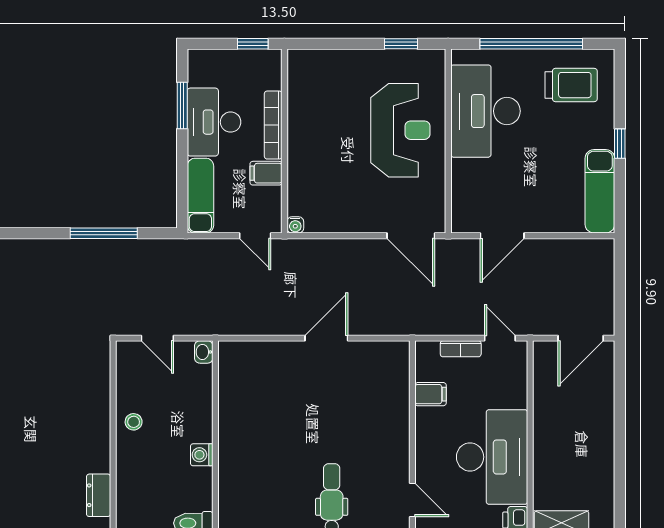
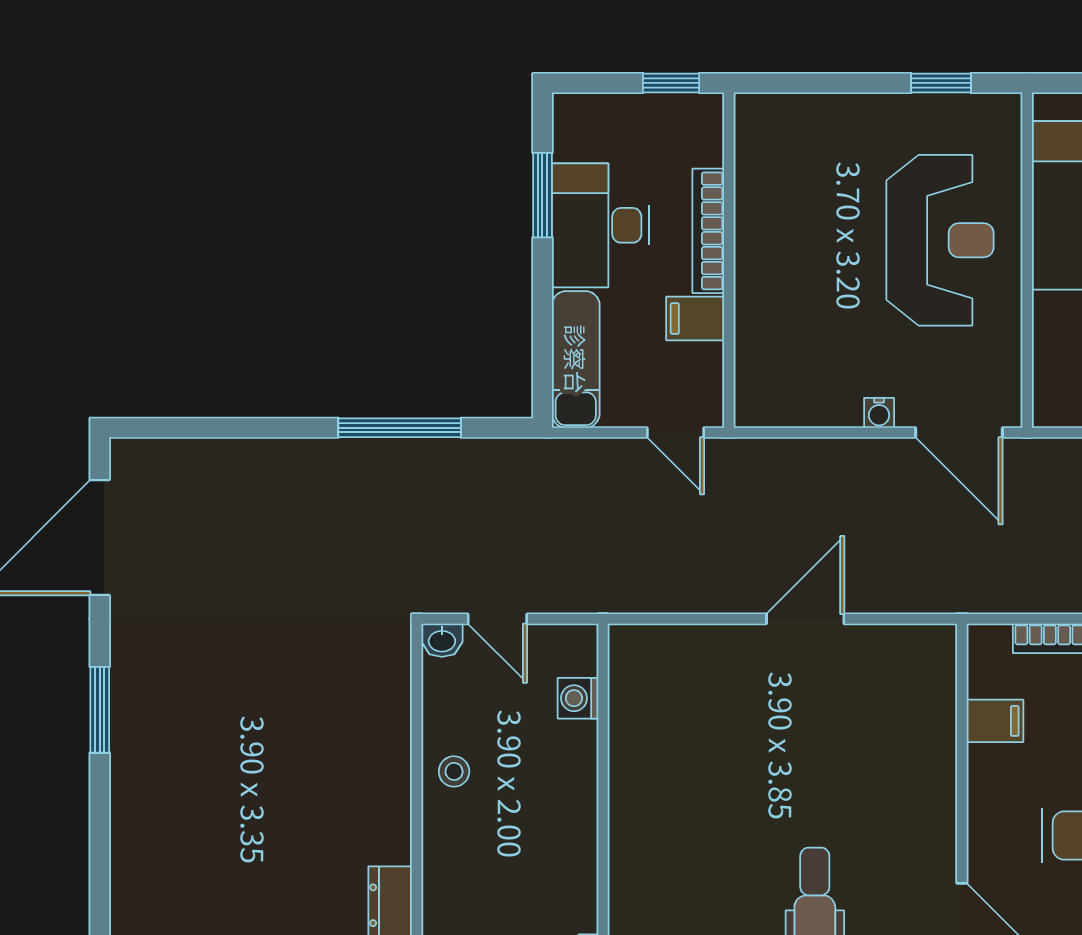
water cooler: (295, 225) -> (879, 413), moved
washbasin: (204, 352) -> (442, 640), moved, turned -90
washing machine: (202, 455) -> (578, 698), moved

